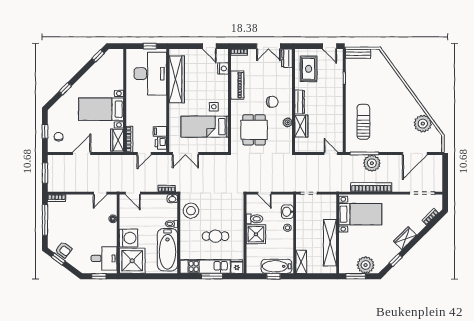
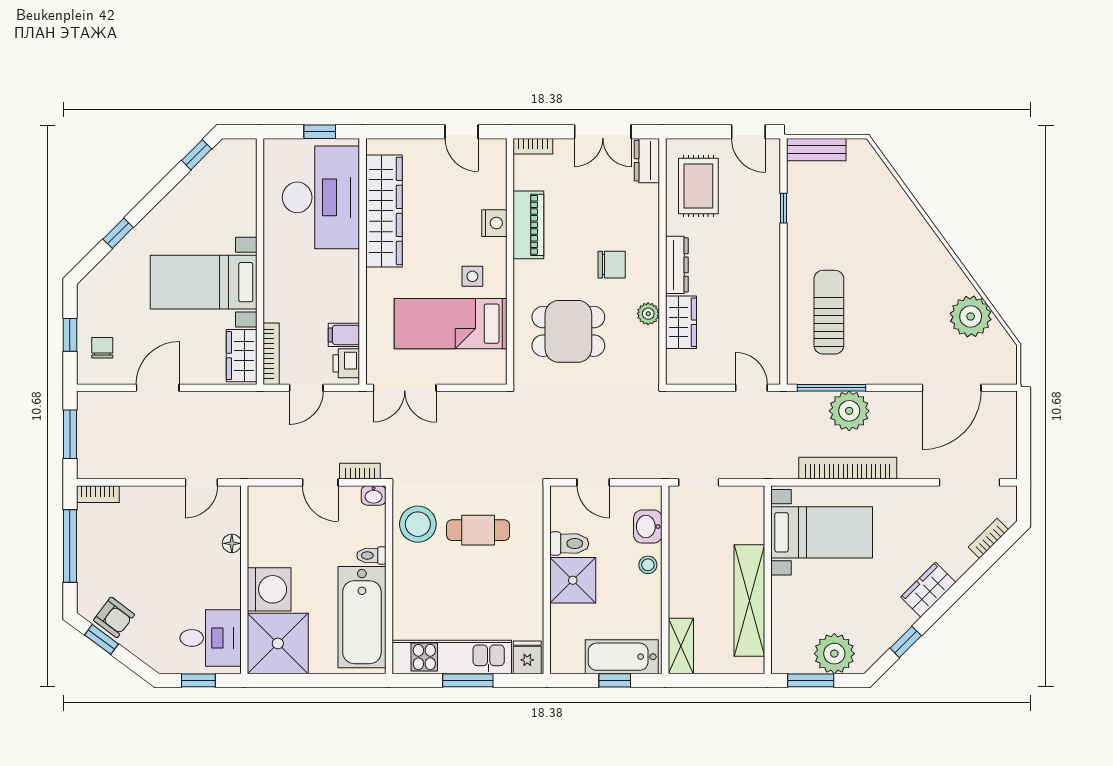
nightstand: (223, 68) -> (494, 223), moved
dining table: (254, 130) -> (568, 331), turned 90
door: (133, 193) -> (320, 482), moved
cafe table: (216, 236) -> (478, 530), moved

